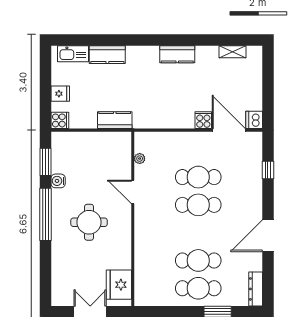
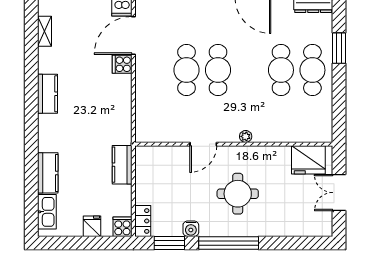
locker: (65, 138) -> (143, 221), added
plant: (140, 159) -> (246, 136), moved

